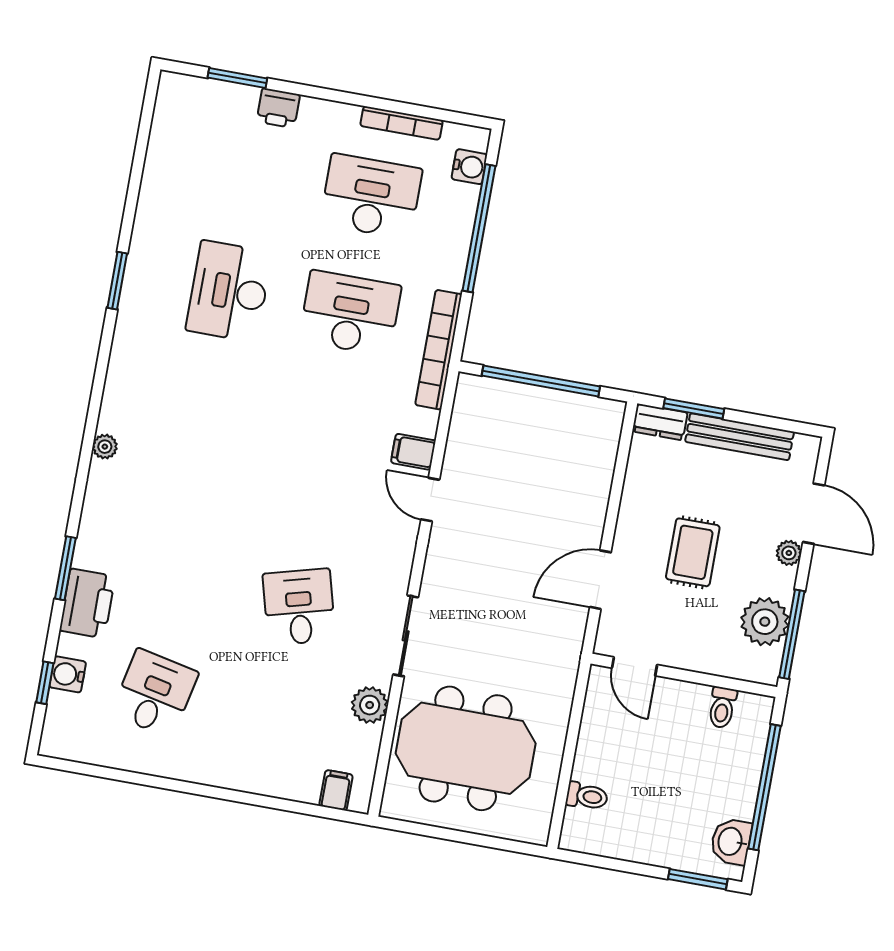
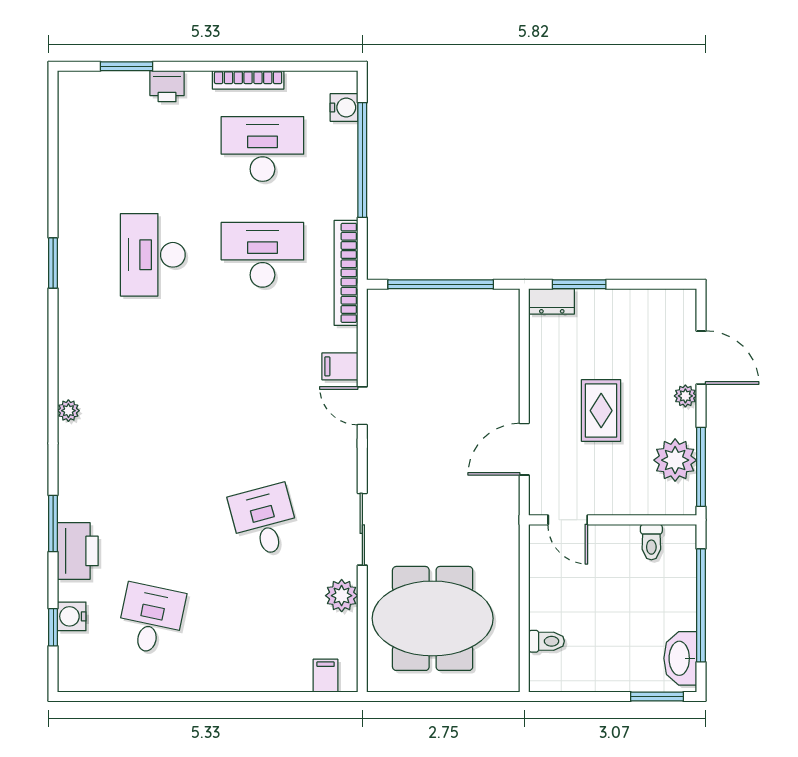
bookcase: (401, 123) -> (248, 80), moved
bench: (740, 437) -> (624, 302), removed
washbasin: (731, 842) -> (680, 658), width x1.38

